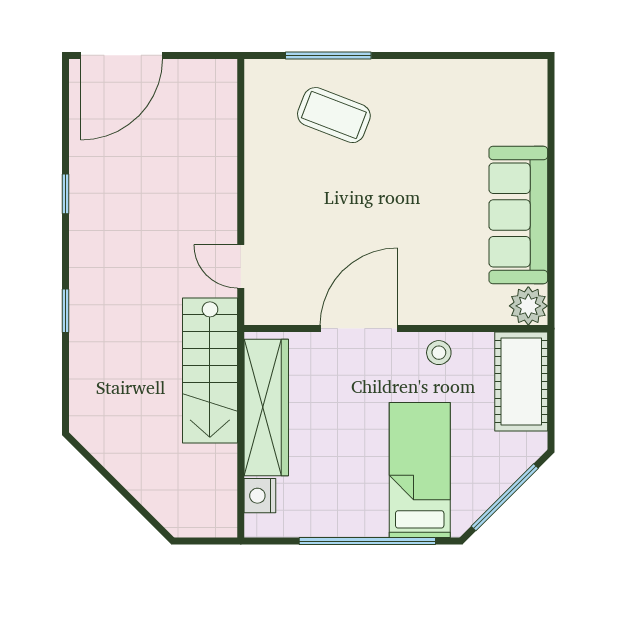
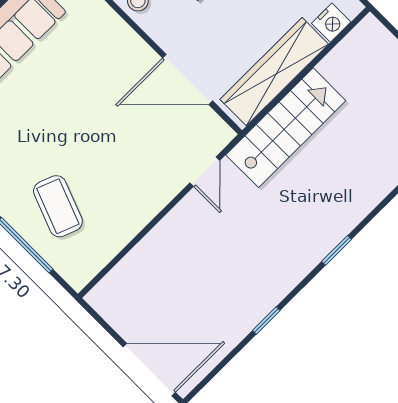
door: (359, 329) -> (188, 79), moved

